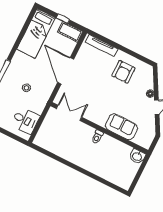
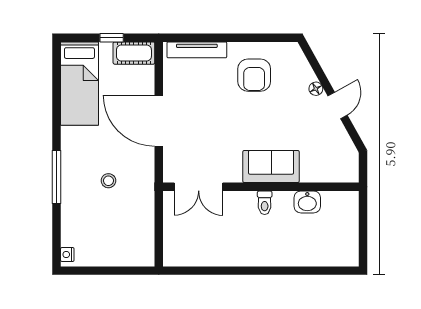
double door: (69, 113) -> (199, 187), swing flipped
desk: (25, 120) -> (133, 235), removed
sofa: (121, 127) -> (271, 167), moved
washbasin: (137, 156) -> (307, 202), moved

